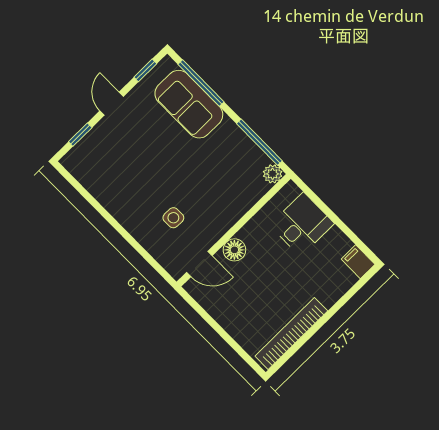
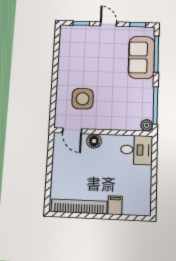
door: (112, 104) -> (108, 24), hinge flipped
side table: (173, 218) -> (83, 99), width x1.87, depth x1.87
desk: (302, 224) -> (137, 150), moved
filing cabinet: (358, 262) -> (115, 205), moved

